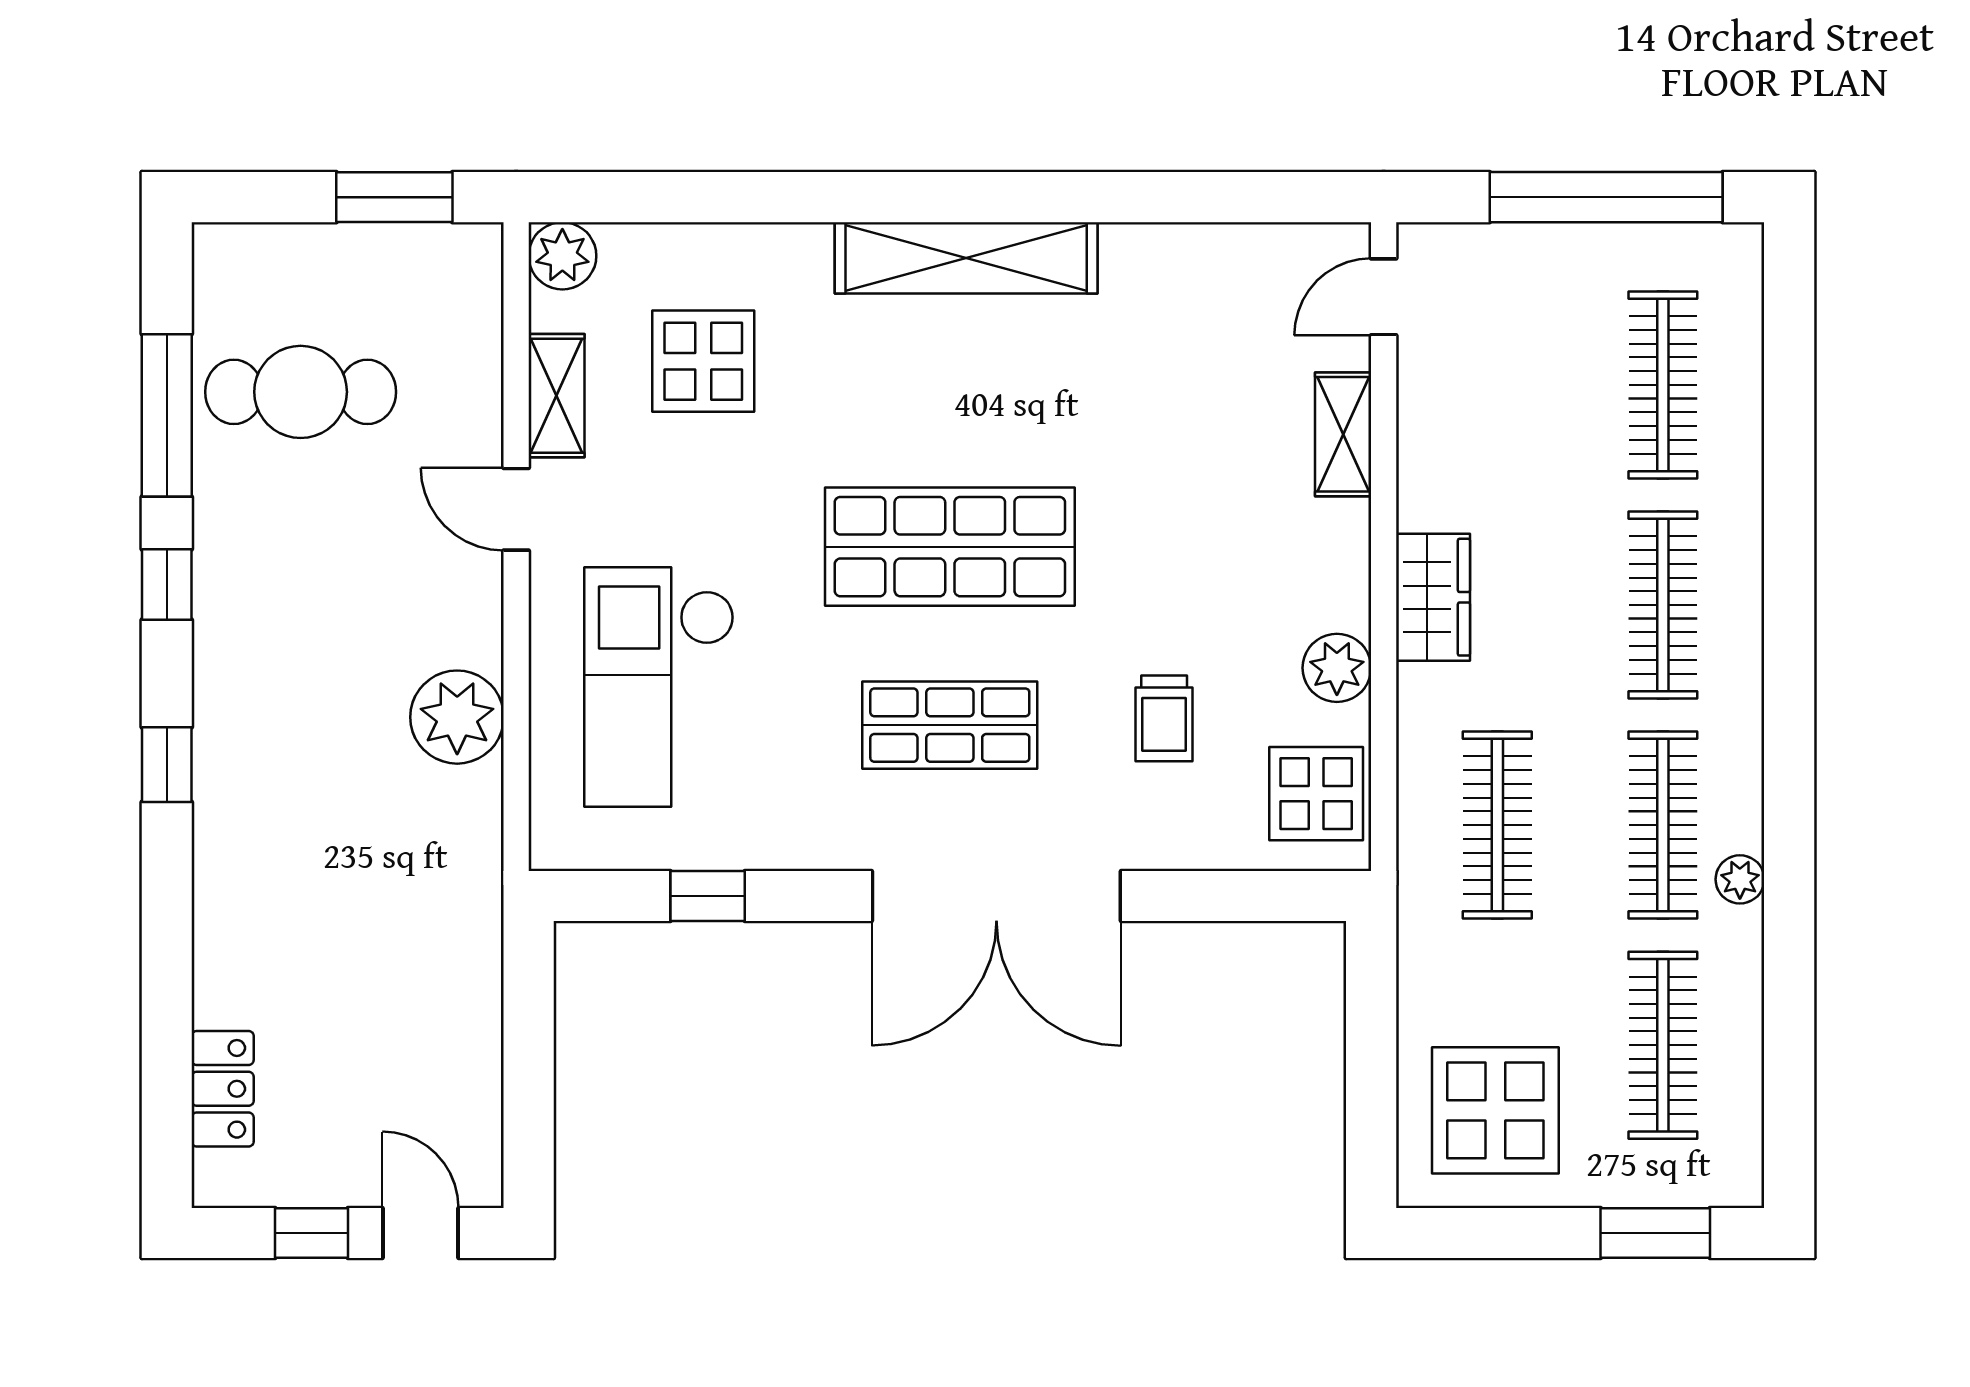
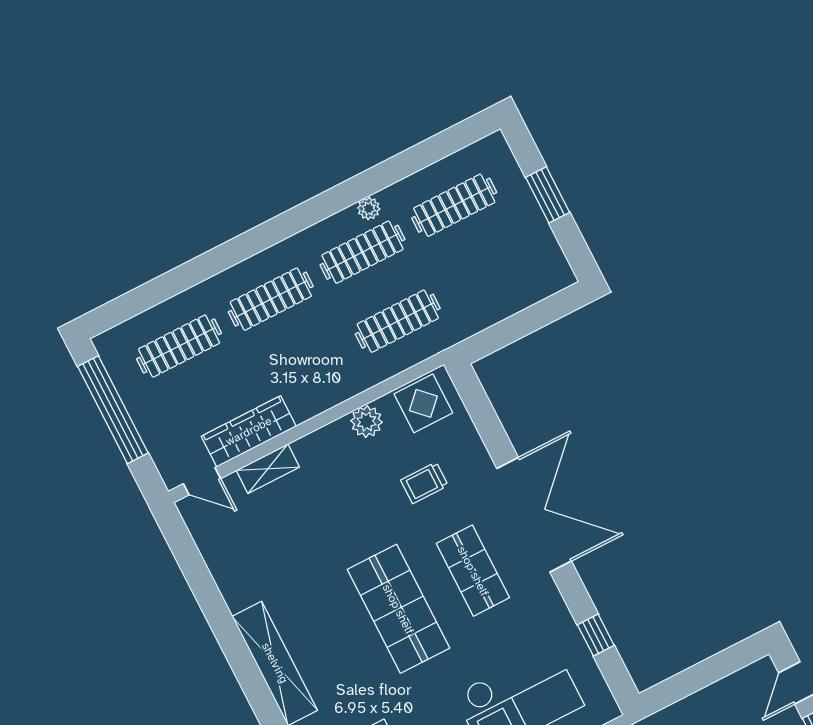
wardrobe: (1433, 597) -> (249, 431), moved, width x1.50
trolley: (1164, 718) -> (424, 483), turned 180
display table: (1495, 1110) -> (517, 261), removed
window: (1655, 1233) -> (548, 195), moved

